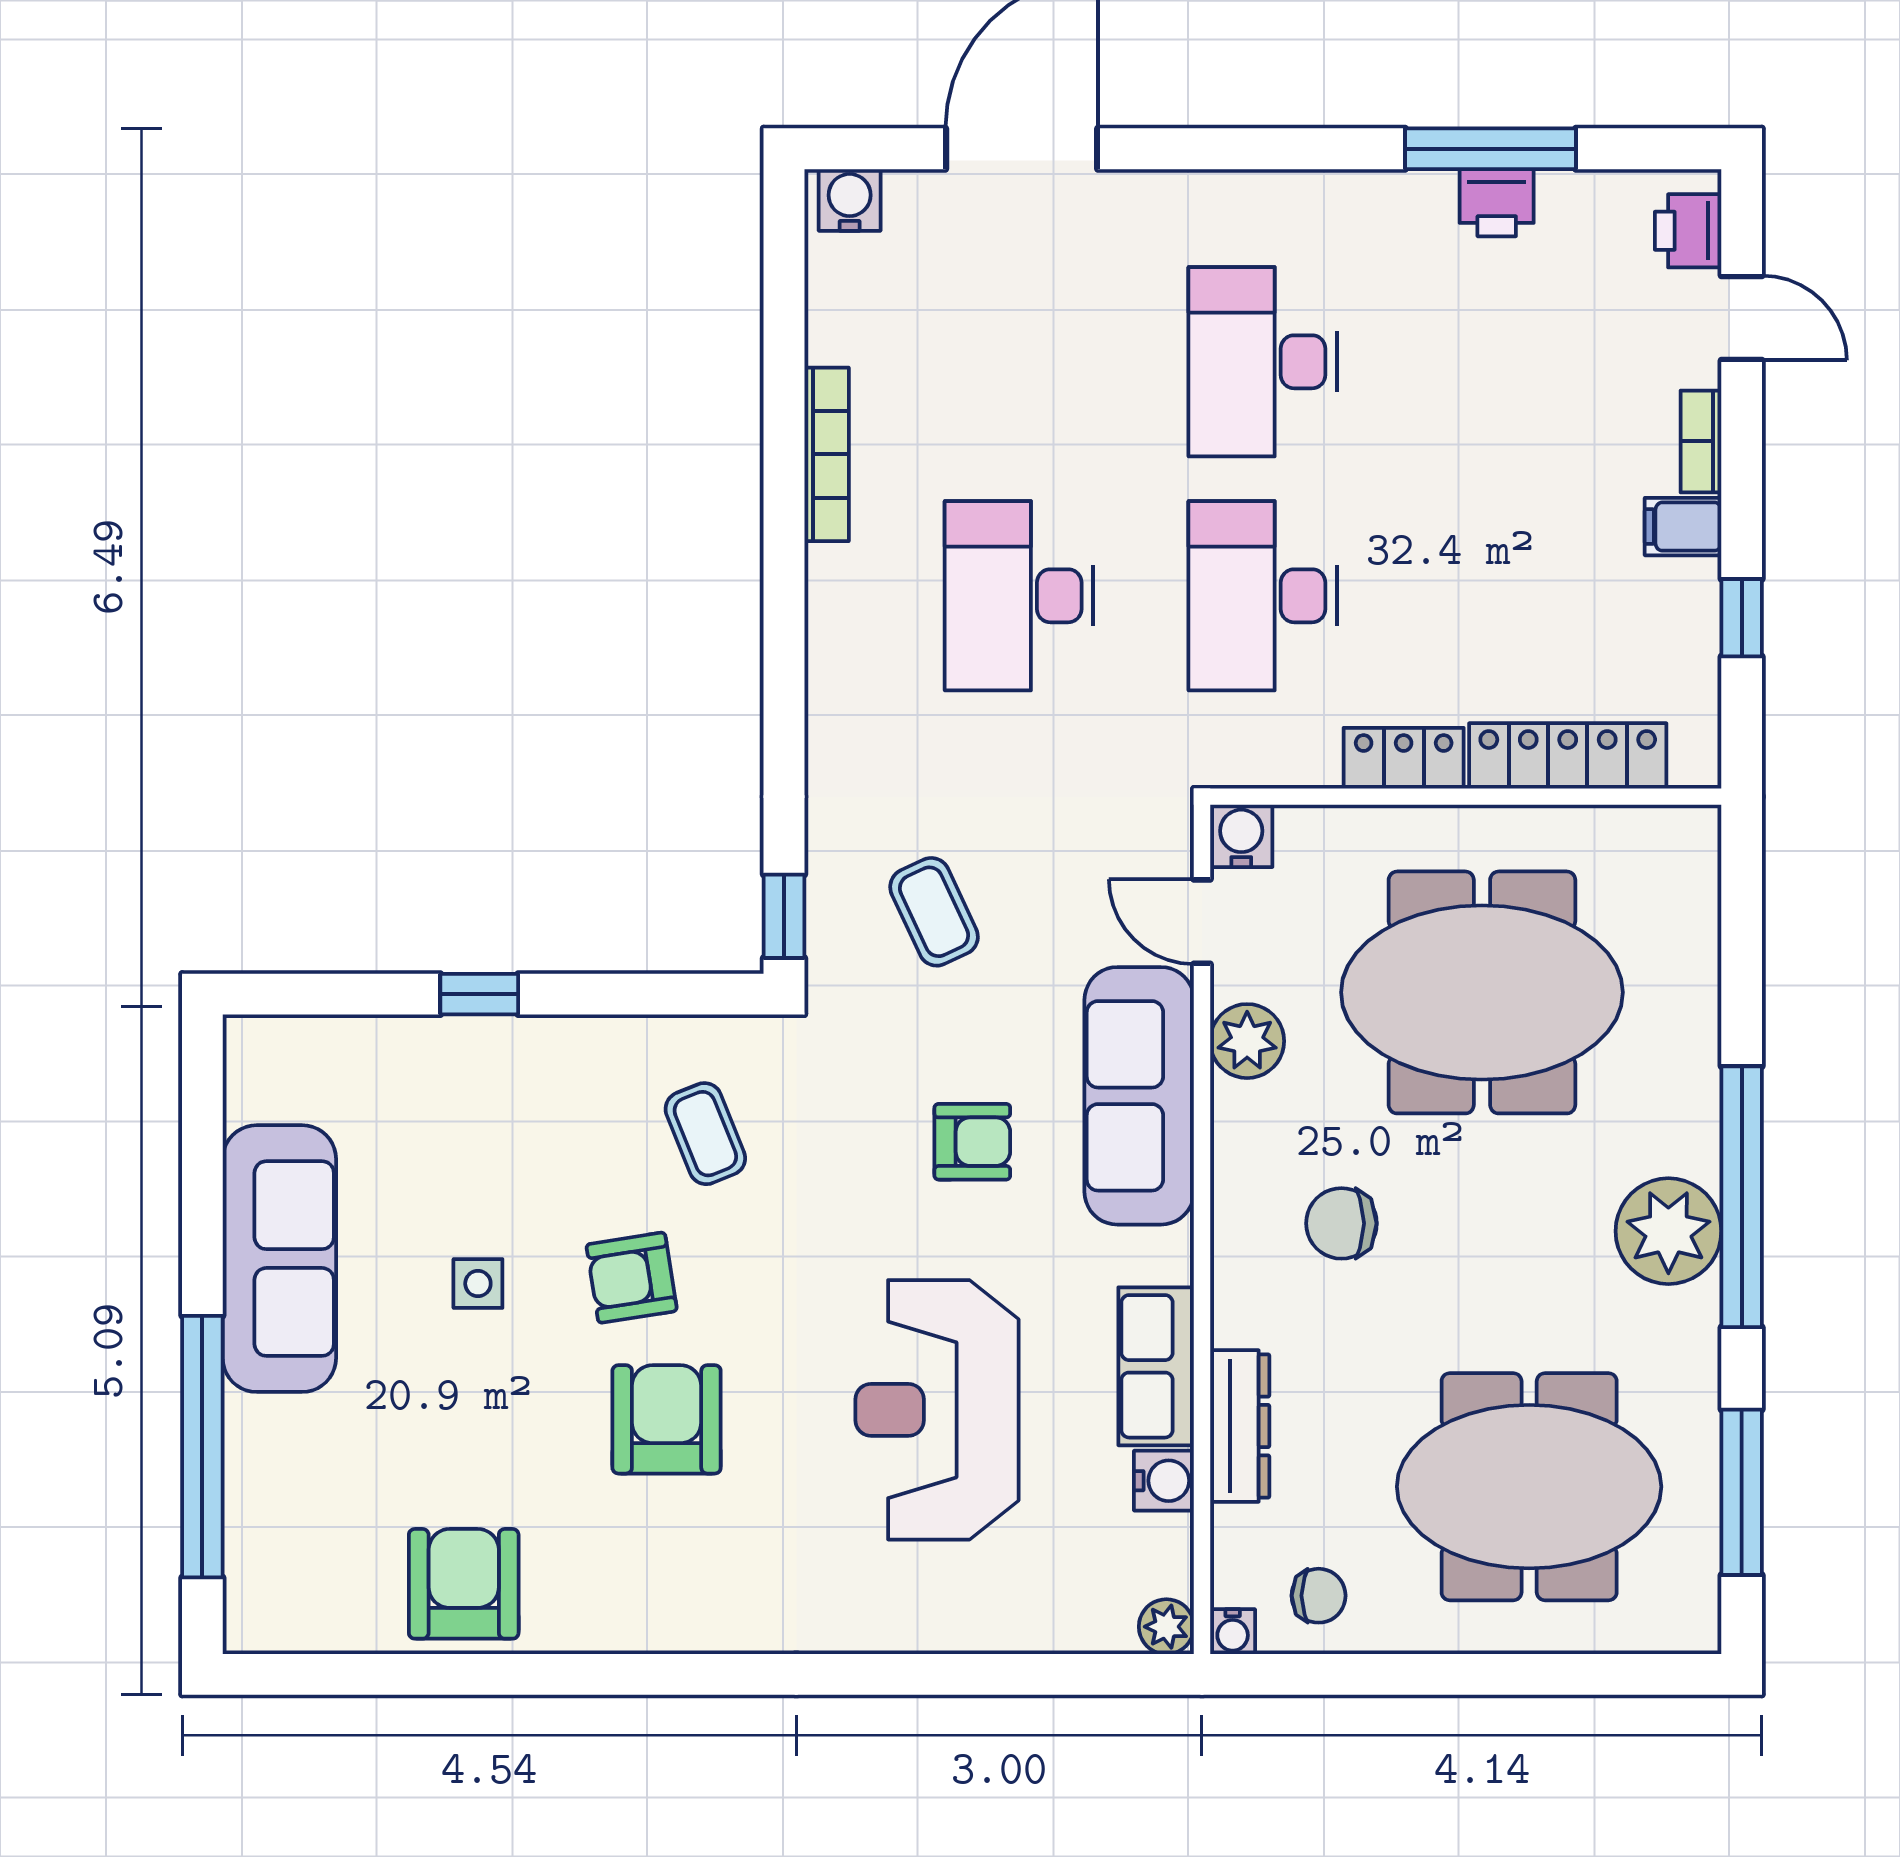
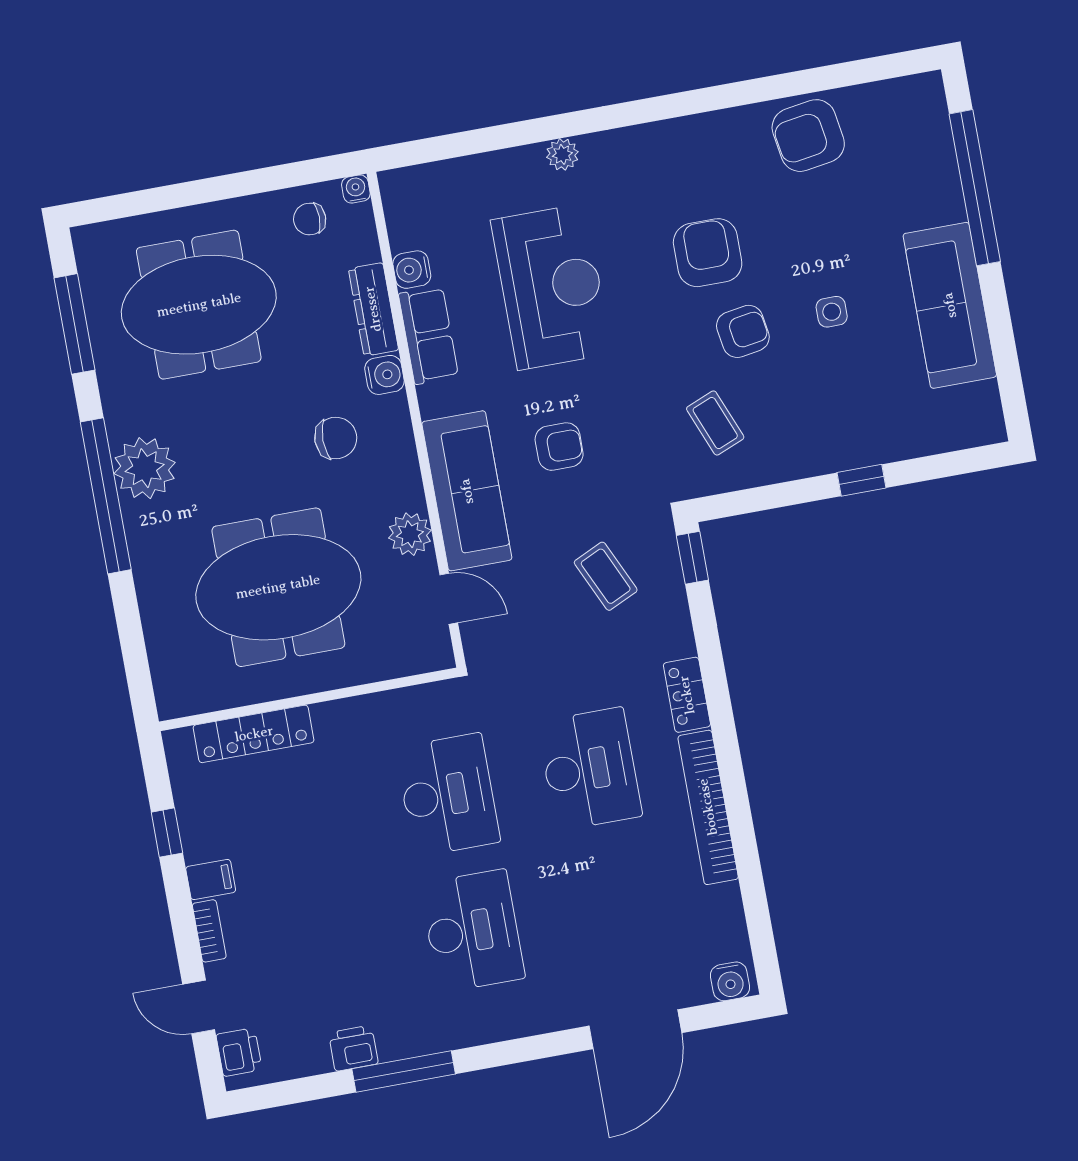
window: (1491, 149) -> (404, 1071), moved
bookcase: (827, 454) -> (708, 807), width x1.48, depth x1.31
locker: (1404, 758) -> (687, 695), moved, turned 90
water cooler: (1241, 836) -> (384, 375), moved, turned -90
armchair: (972, 1142) -> (559, 447), turned 180
armchair: (667, 1419) -> (708, 253), turned 180
armchair: (464, 1584) -> (808, 136), turned 81
plant: (1166, 1627) -> (562, 154), moved

